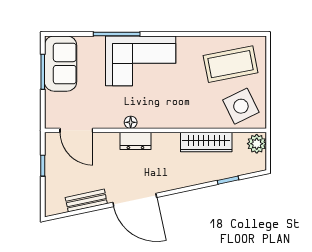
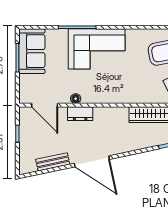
floor lamp: (131, 122) -> (76, 99), moved
dresser: (135, 141) -> (80, 114), moved

